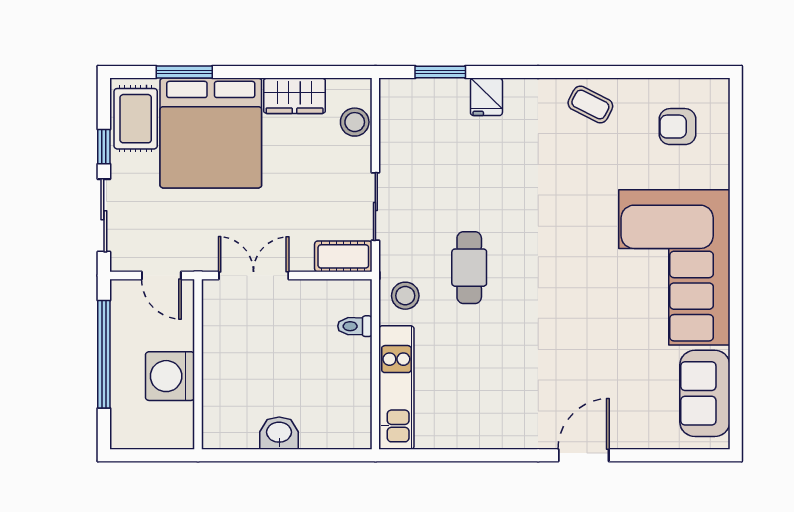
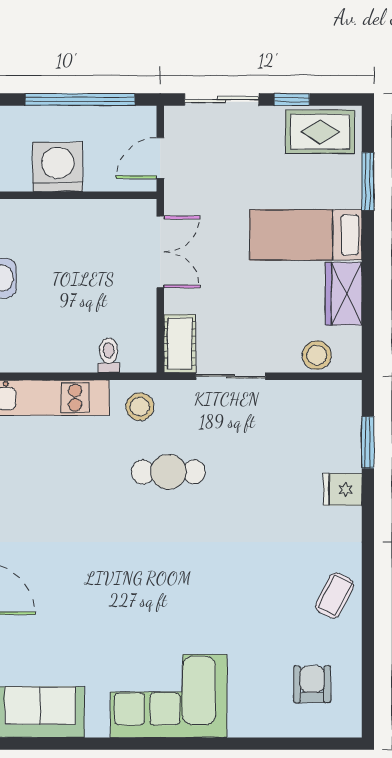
bed: (211, 133) -> (306, 235), width x0.49
corner sofa: (674, 267) -> (169, 696), width x0.73, depth x0.74

